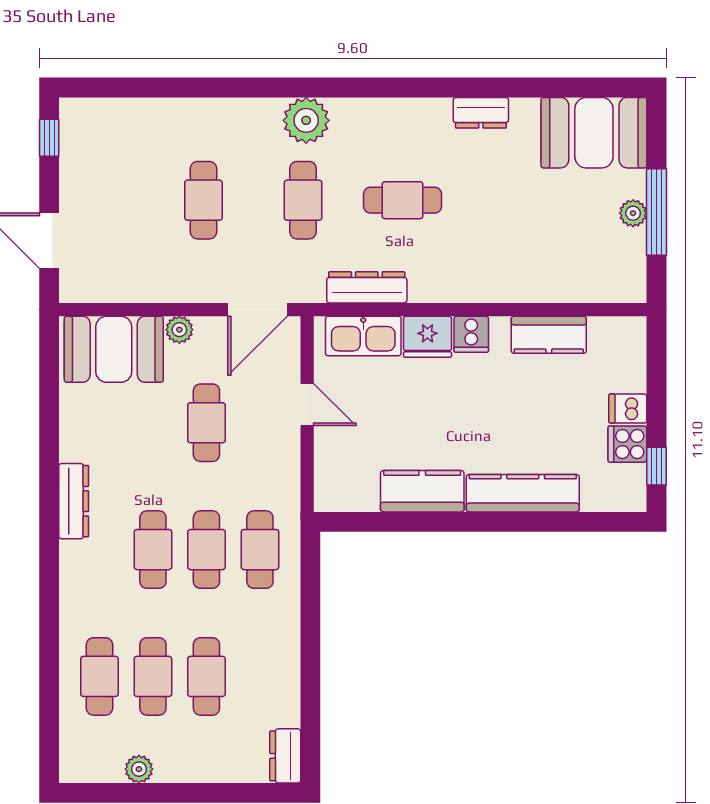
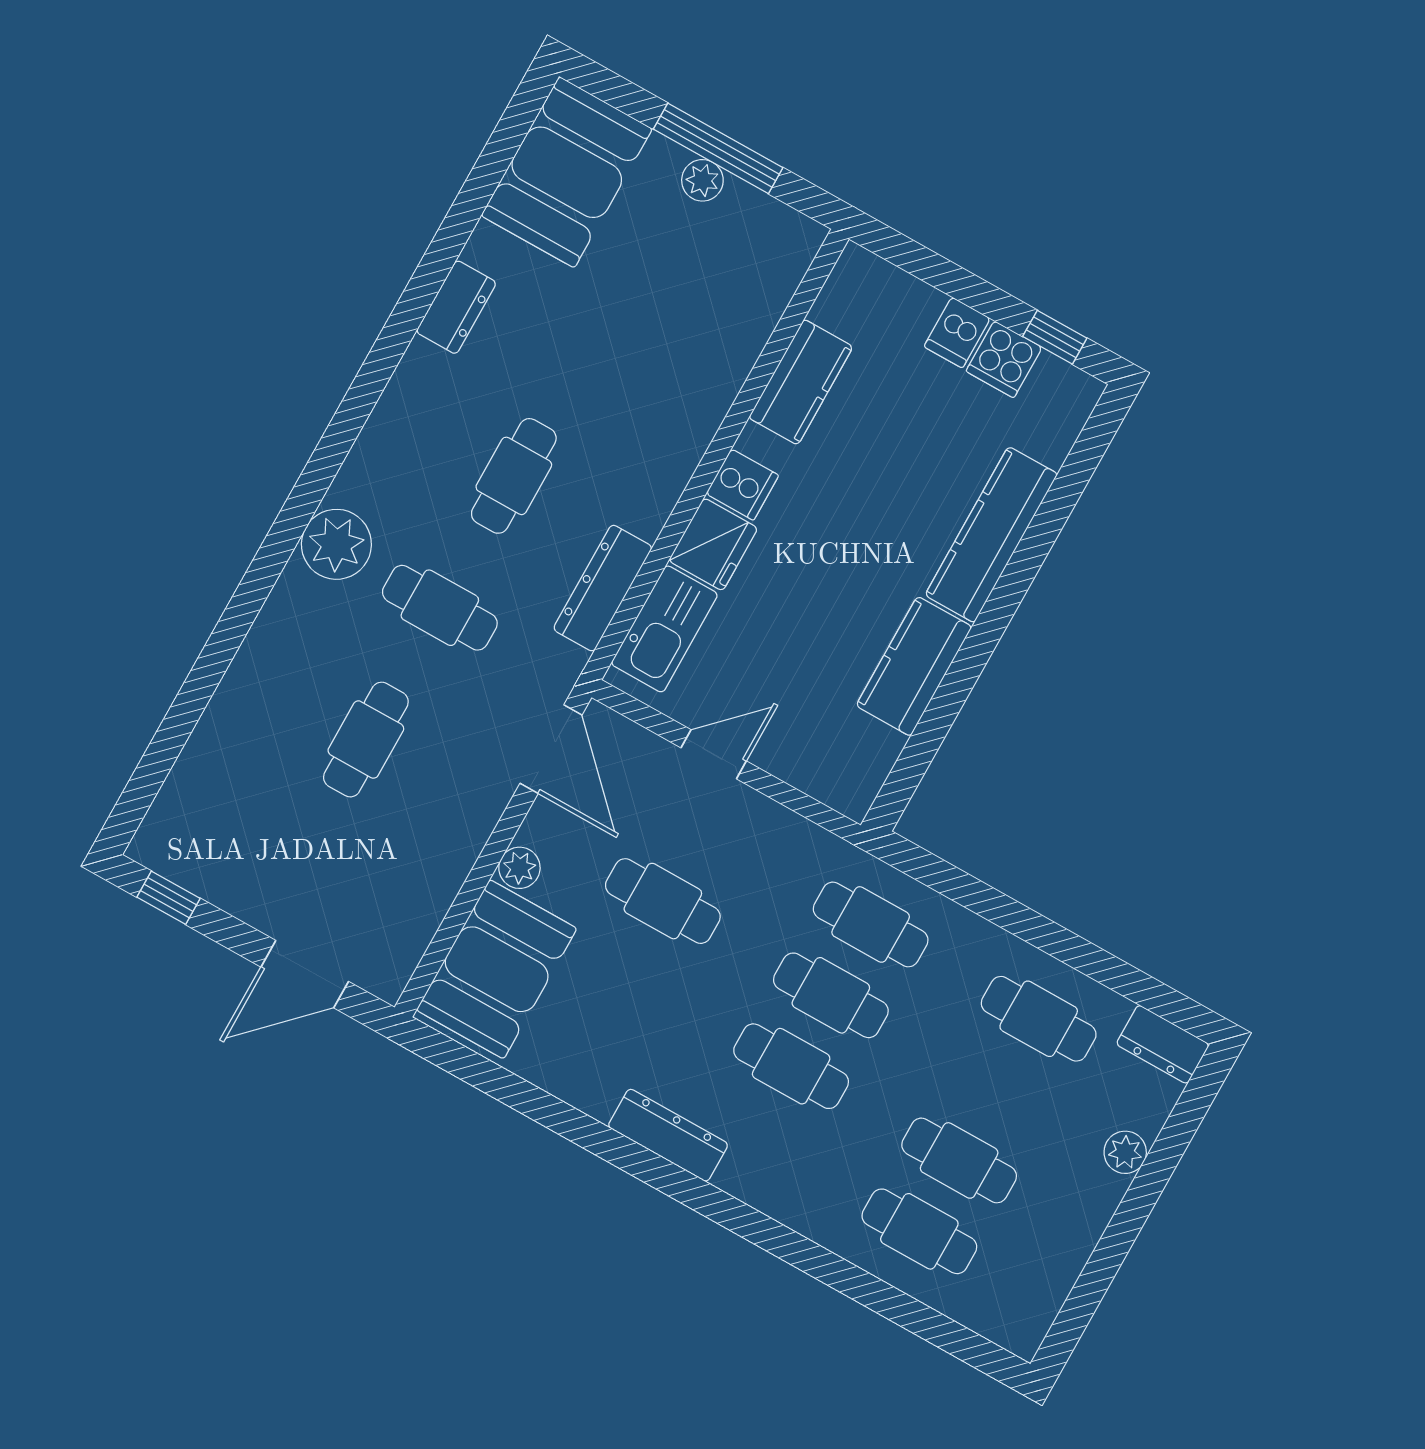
cafe table: (204, 200) -> (366, 740), turned 90
cafe table: (206, 676) -> (1039, 1019), moved
plant: (139, 769) -> (1125, 1152), moved

